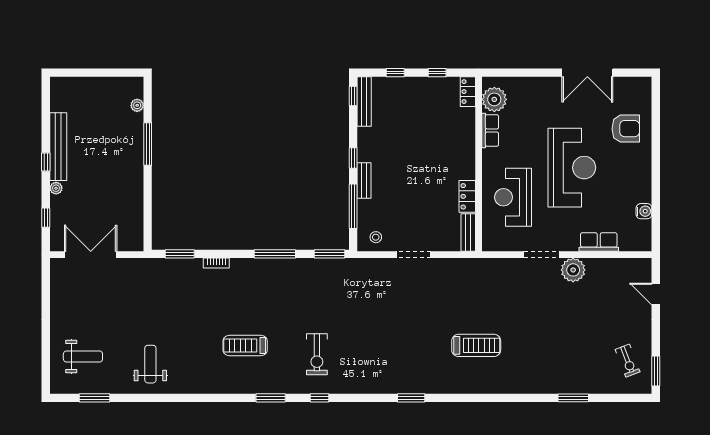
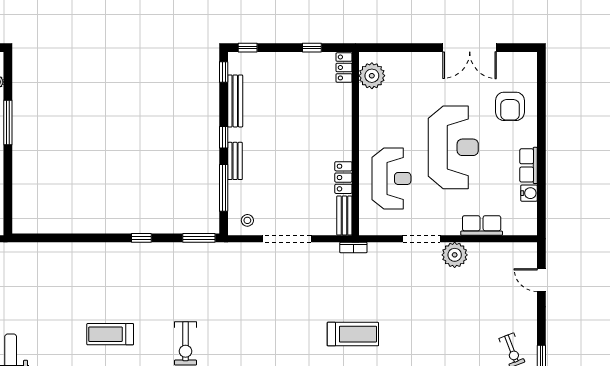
window: (395, 73) -> (248, 48), moved
bench: (364, 102) -> (235, 101), moved
armchair: (626, 129) -> (510, 106), turned 90
row of seats: (490, 130) -> (529, 165), moved, turned 180
reception desk: (513, 197) -> (392, 178), turned 180
window: (180, 254) -> (42, 238), removed
window: (275, 254) -> (141, 238), width x0.46
doorway: (413, 255) -> (287, 239), width x1.36
bookcase: (216, 263) -> (353, 248), moved

